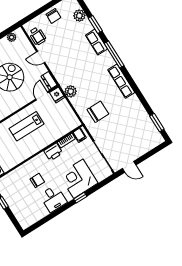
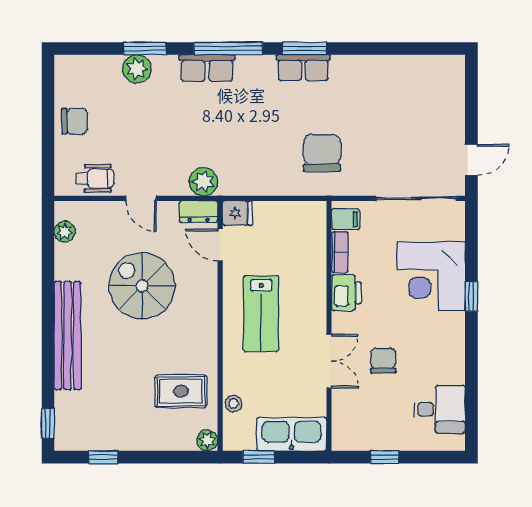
plant: (79, 16) -> (137, 69), moved
row of seats: (96, 42) -> (207, 68), moved
door: (41, 57) -> (141, 198), hinge flipped
row of seats: (121, 81) -> (303, 68), width x0.68
plant: (71, 91) -> (203, 182), moved
window: (157, 123) -> (304, 48), moved
double door: (25, 161) -> (329, 361), added
desk: (53, 199) -> (439, 409), moved

